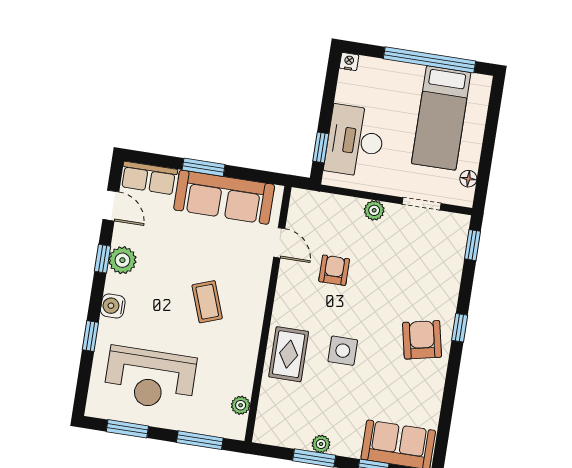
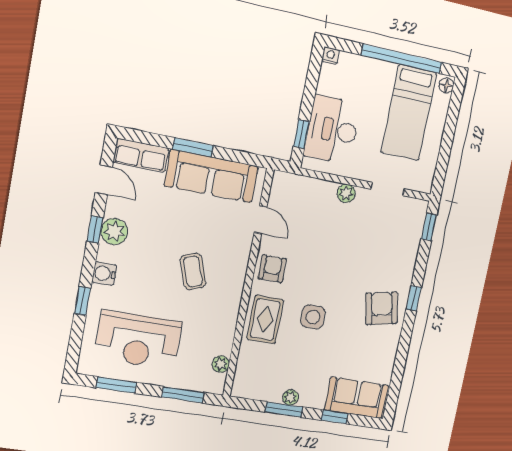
floor lamp: (468, 179) -> (446, 85), moved
armchair: (334, 270) -> (272, 269), moved

